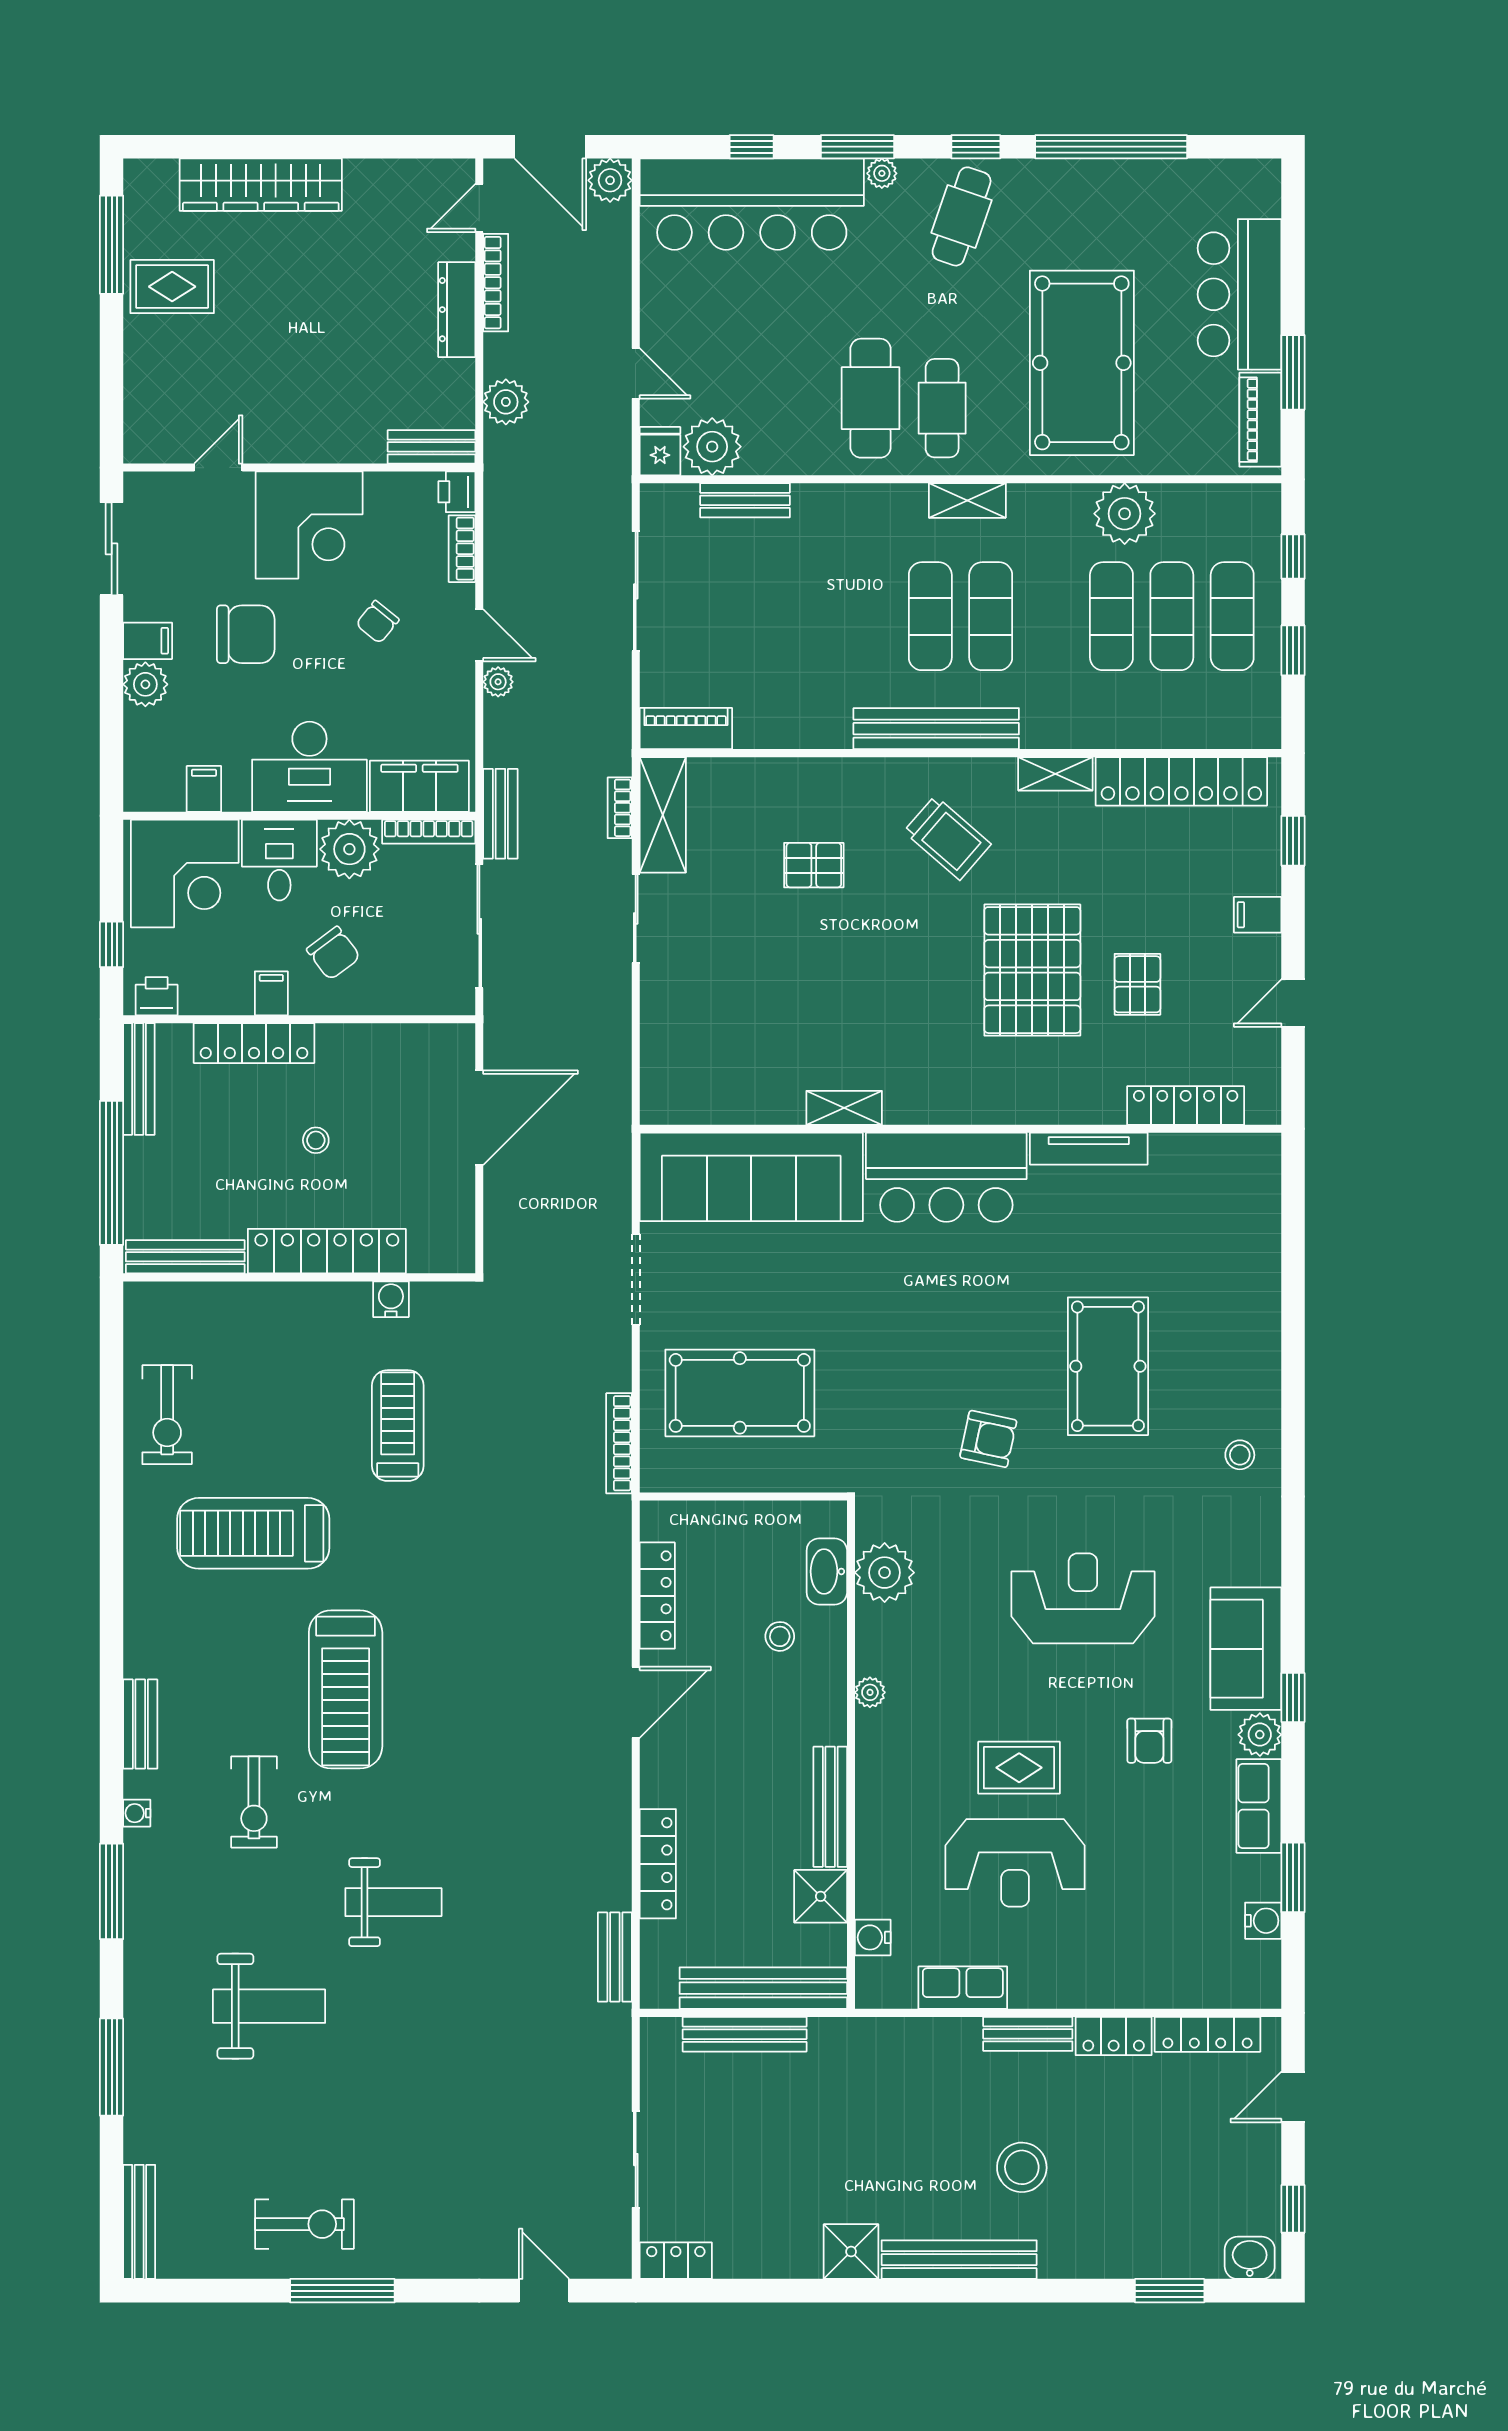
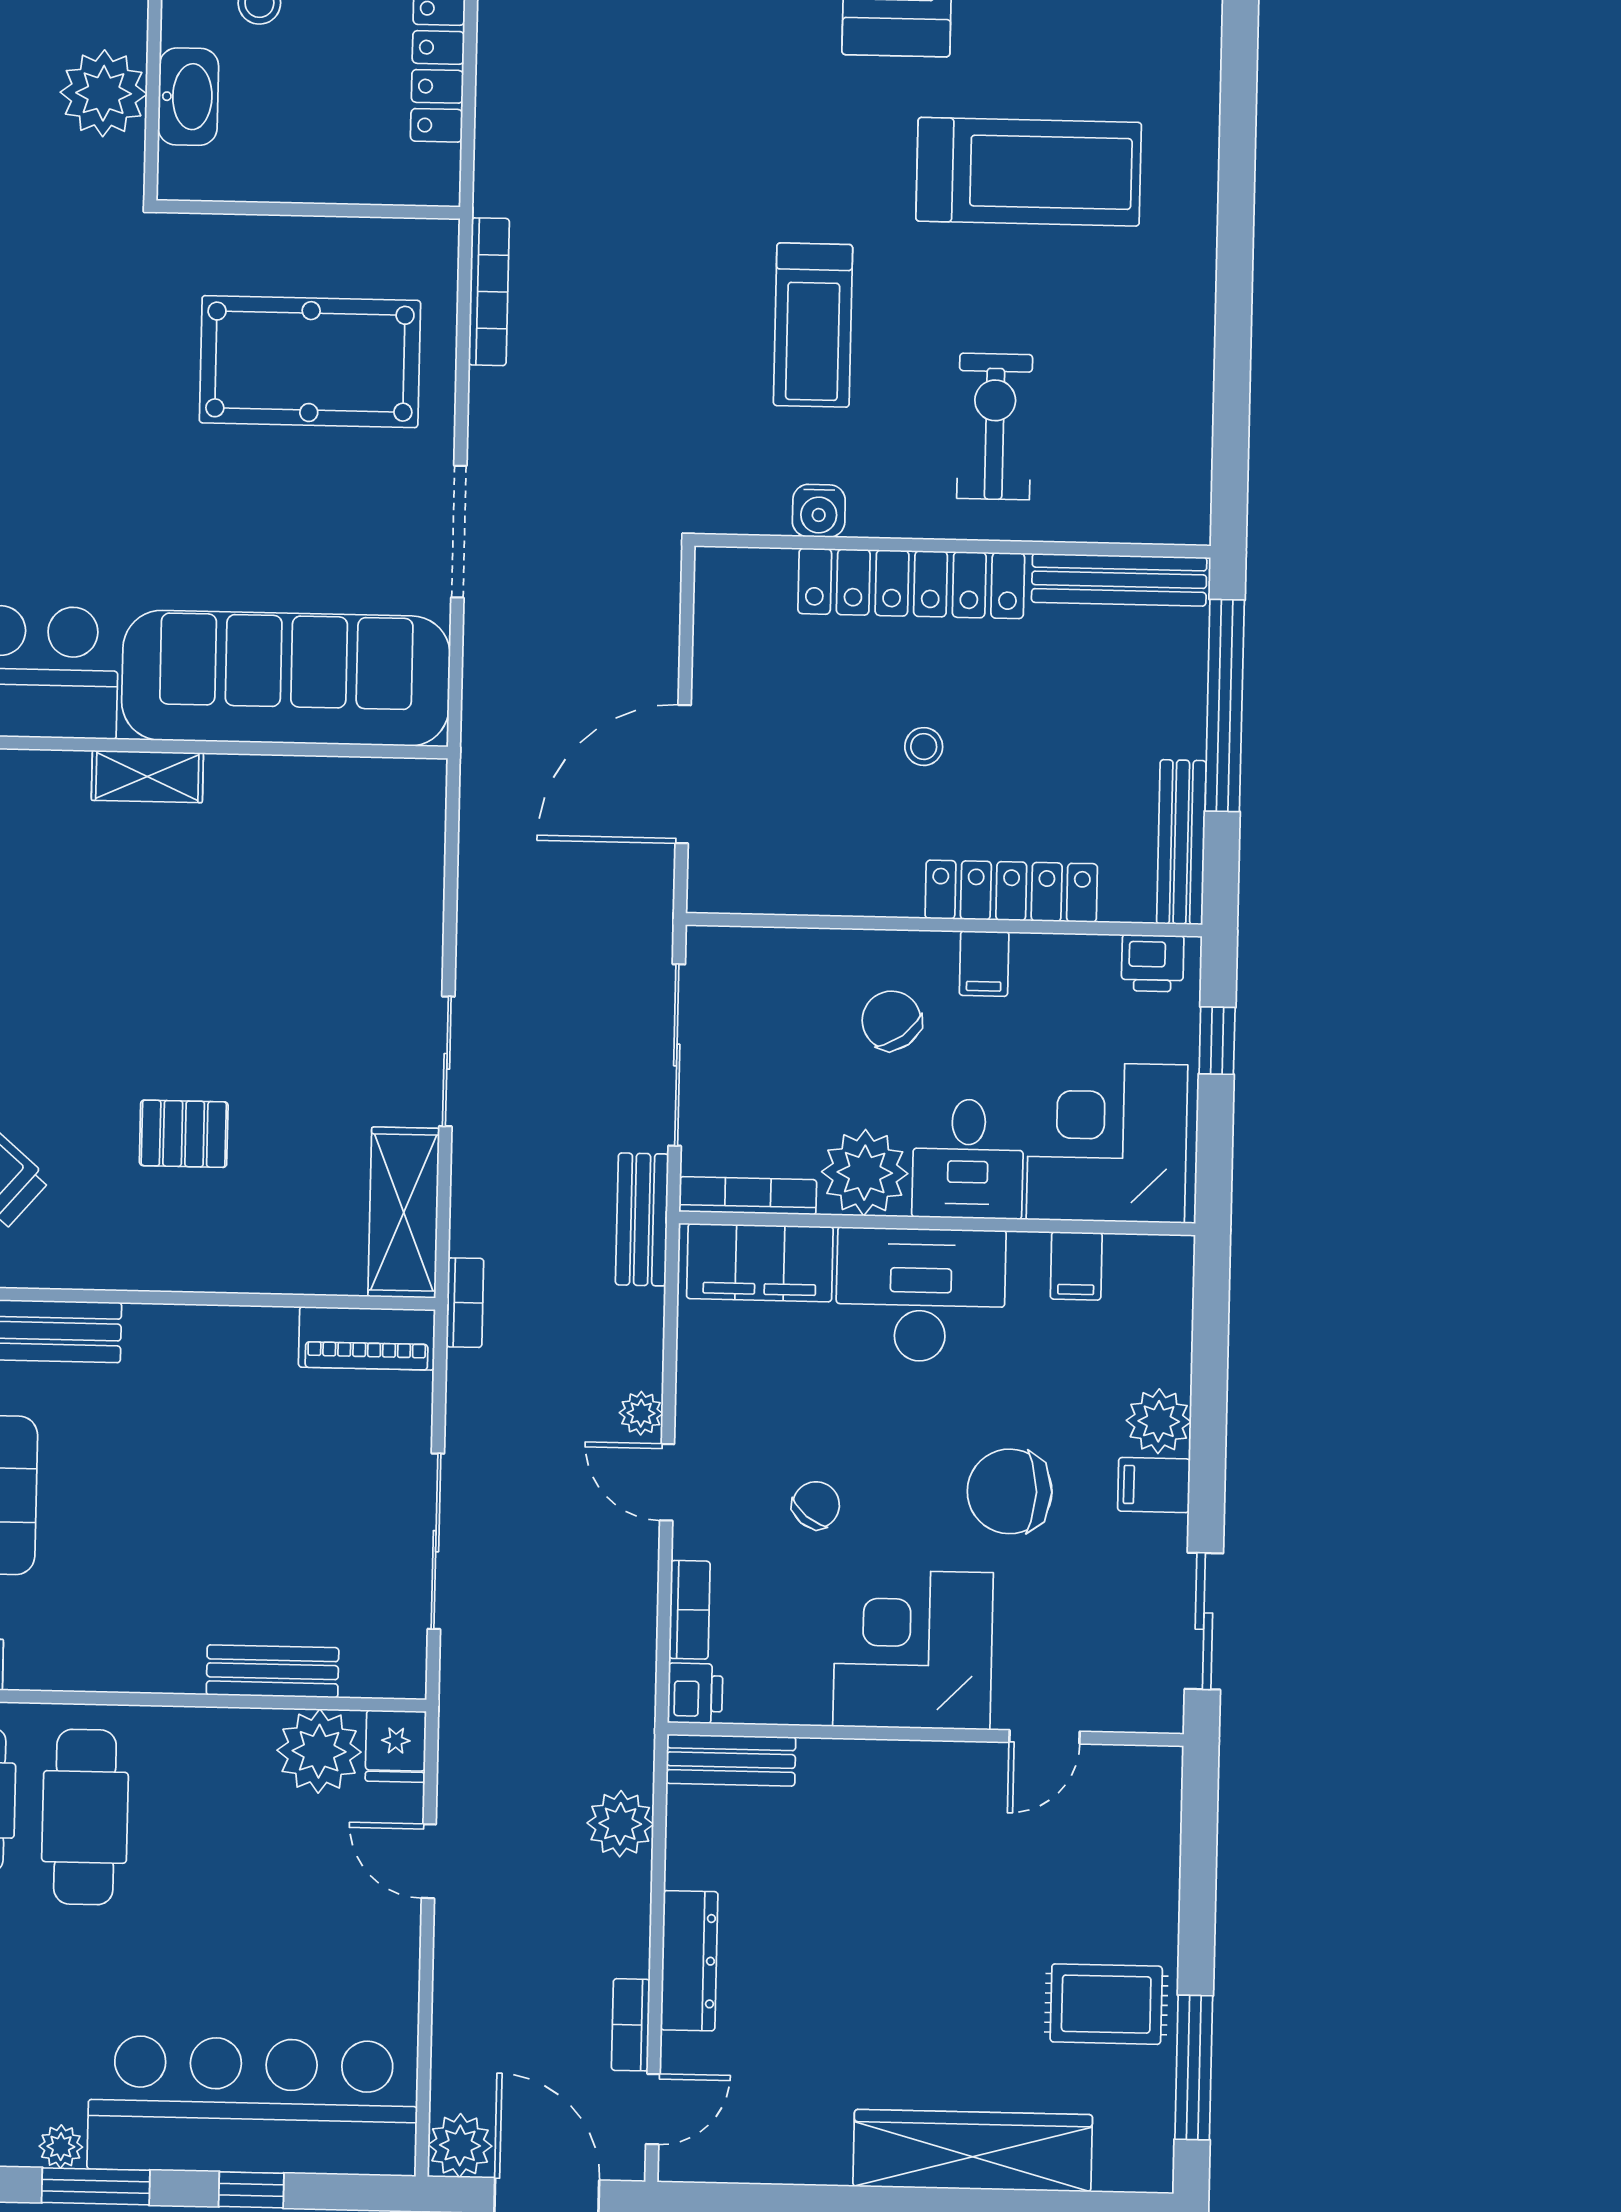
bookcase: (496, 283) -> (631, 2025), width x0.64
bookcase: (620, 808) -> (465, 1303), moved
exercise bike: (167, 1415) -> (995, 427), moved

